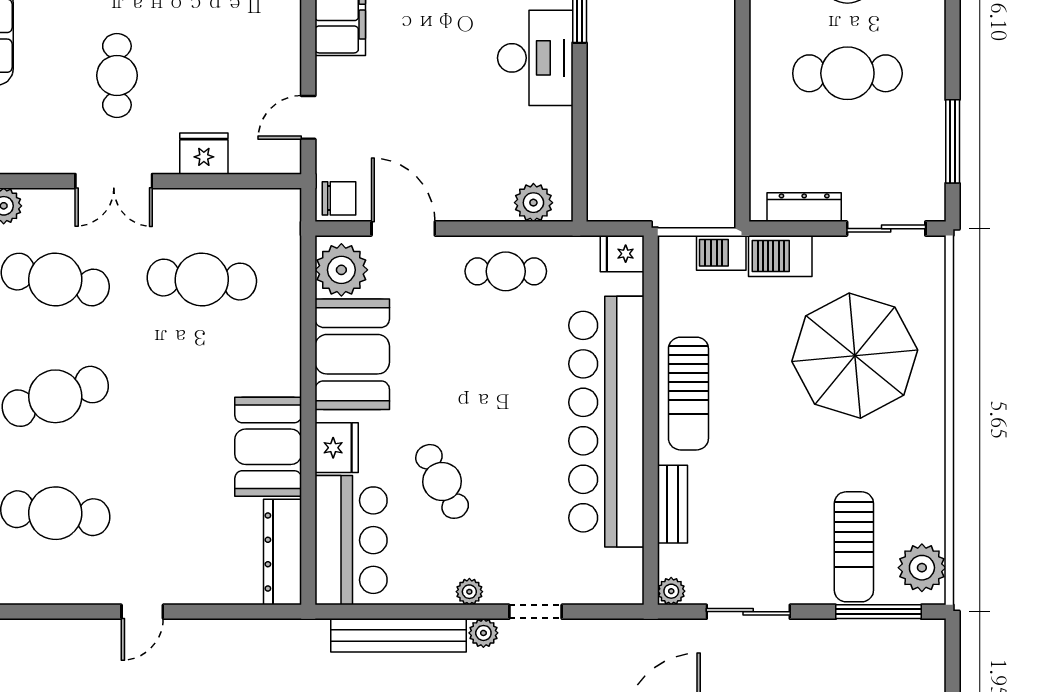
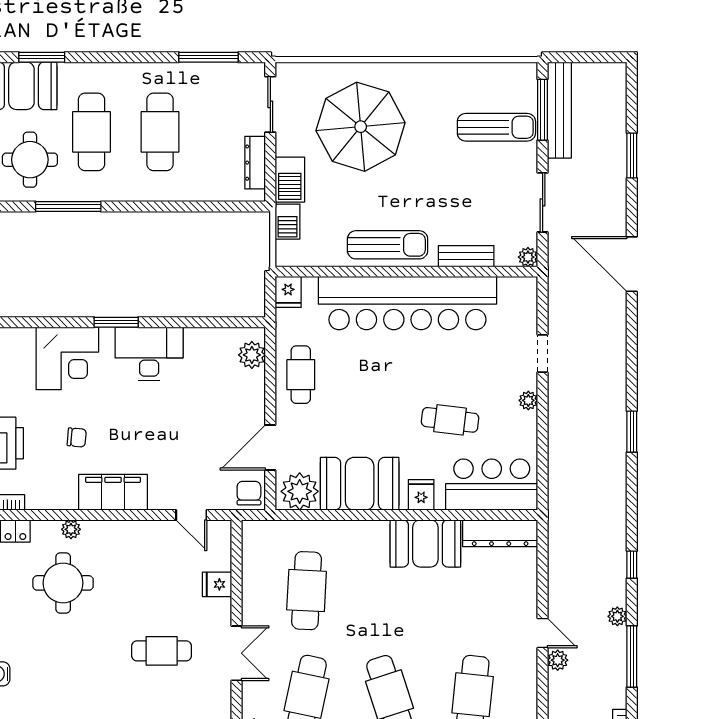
fridge: (204, 154) -> (217, 584), width x0.72
fridge: (337, 448) -> (421, 495), width x0.72
cafe table: (442, 481) -> (450, 420), turned 35
plant: (922, 568) -> (511, 79), removed
plant: (483, 633) -> (558, 660), moved
bench: (399, 635) -> (559, 110), moved

